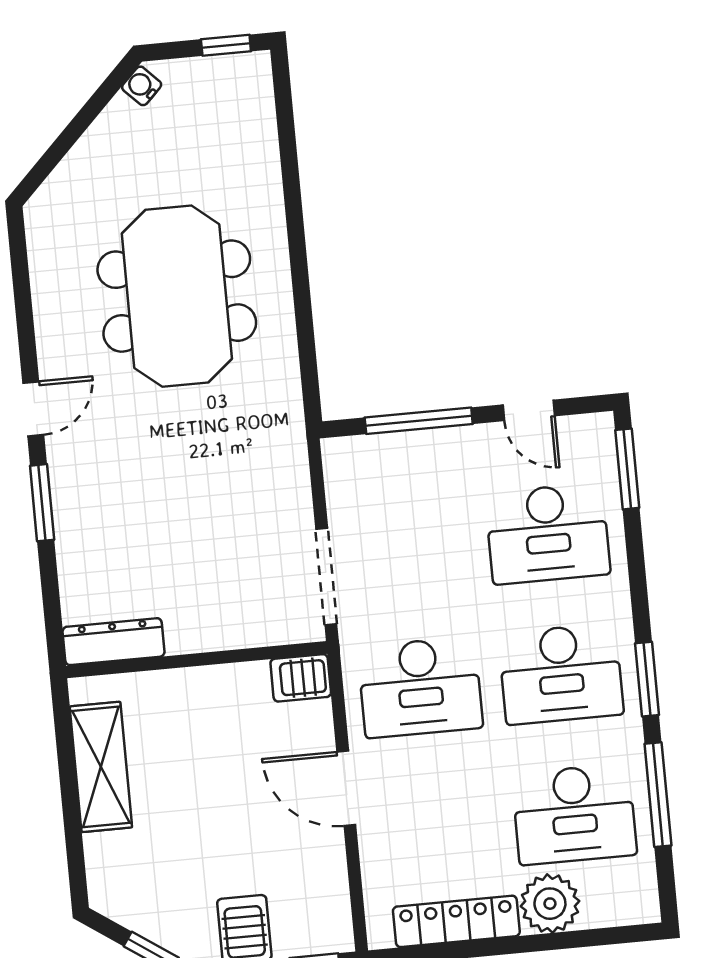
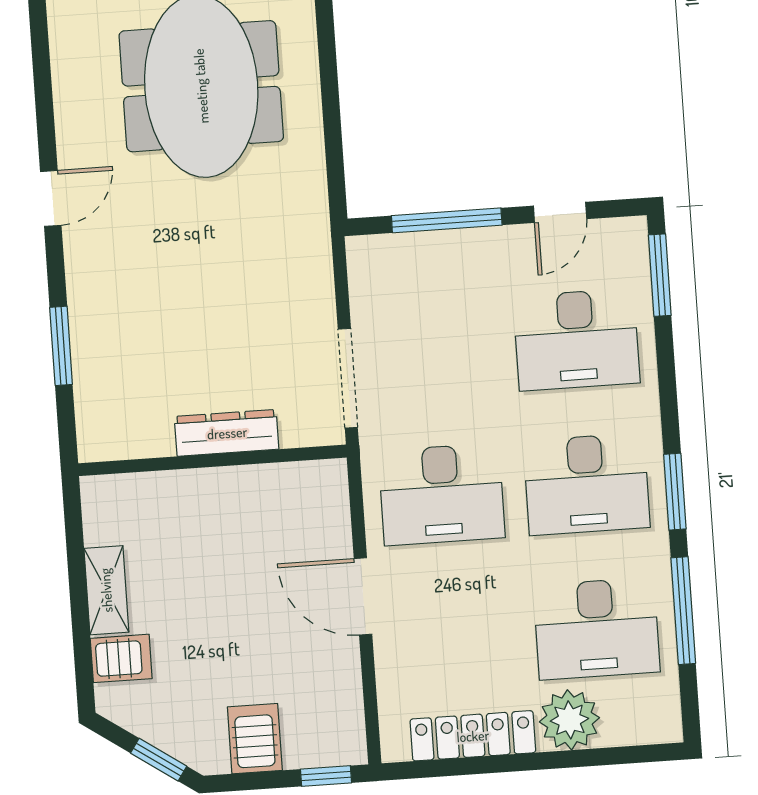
door: (529, 410) -> (560, 212), hinge flipped
window: (42, 503) -> (61, 346), moved
dresser: (114, 642) -> (227, 433), moved
server rack: (301, 678) -> (121, 658), moved, turned 180
shelving: (101, 767) -> (106, 590), width x0.67, depth x0.75

